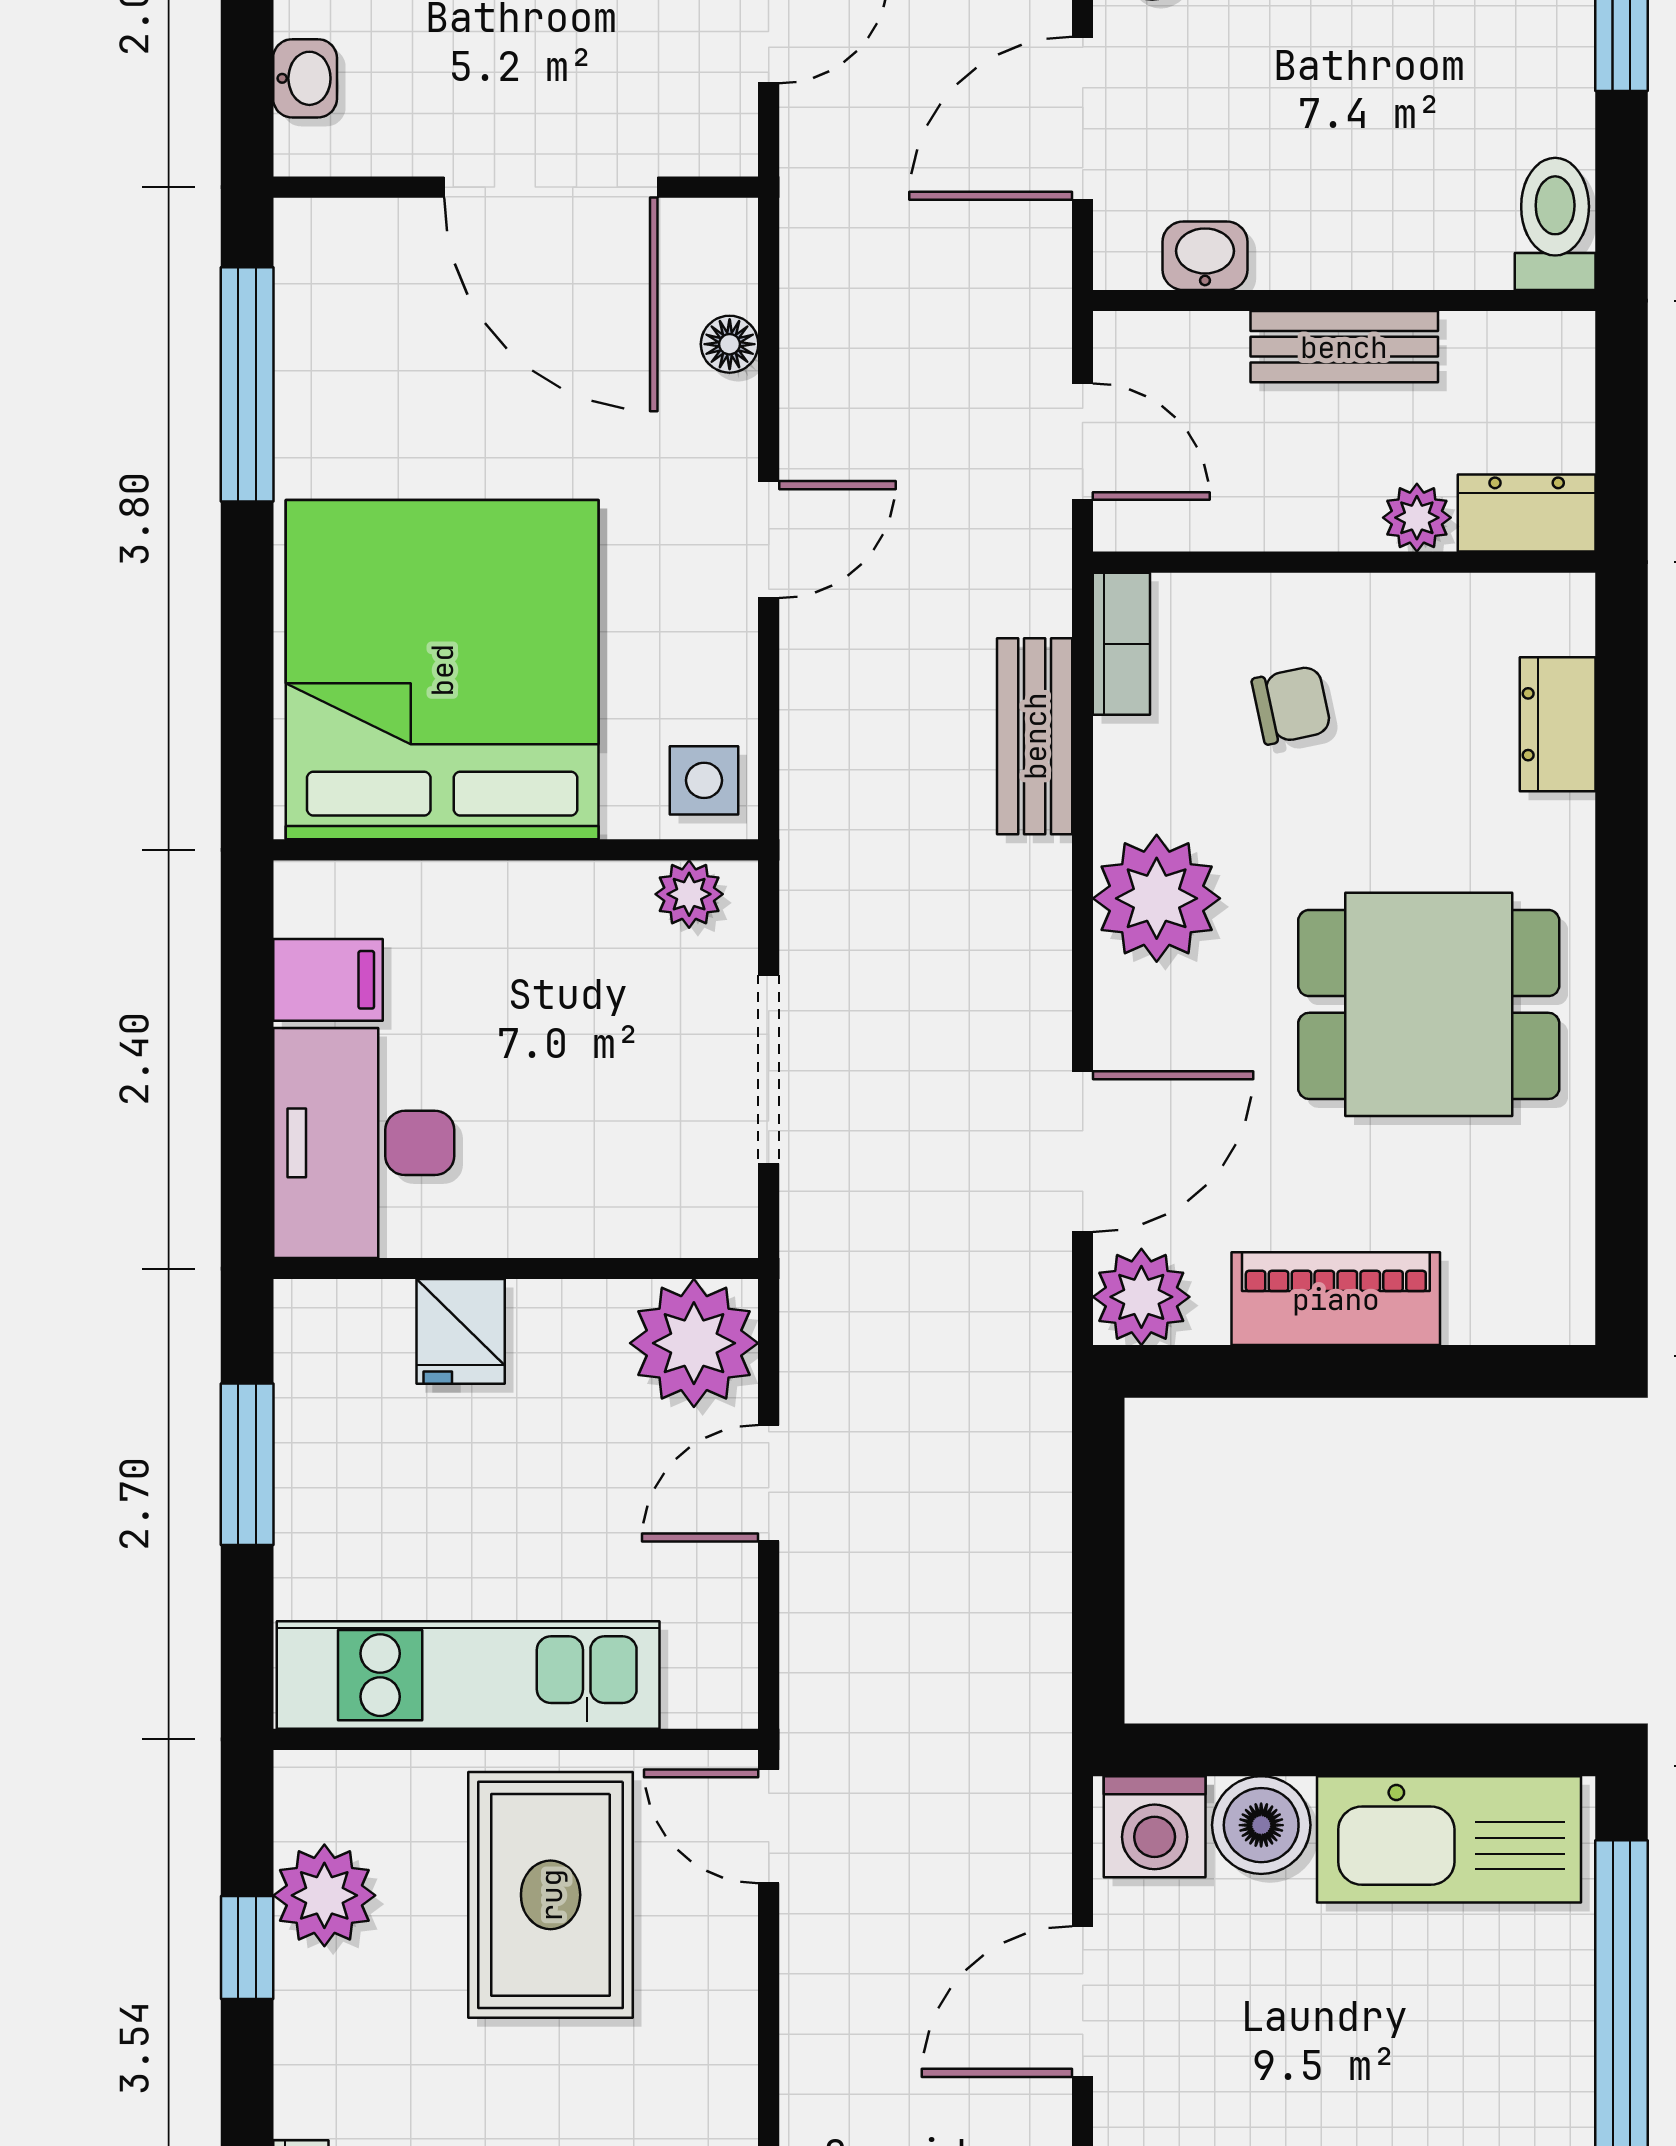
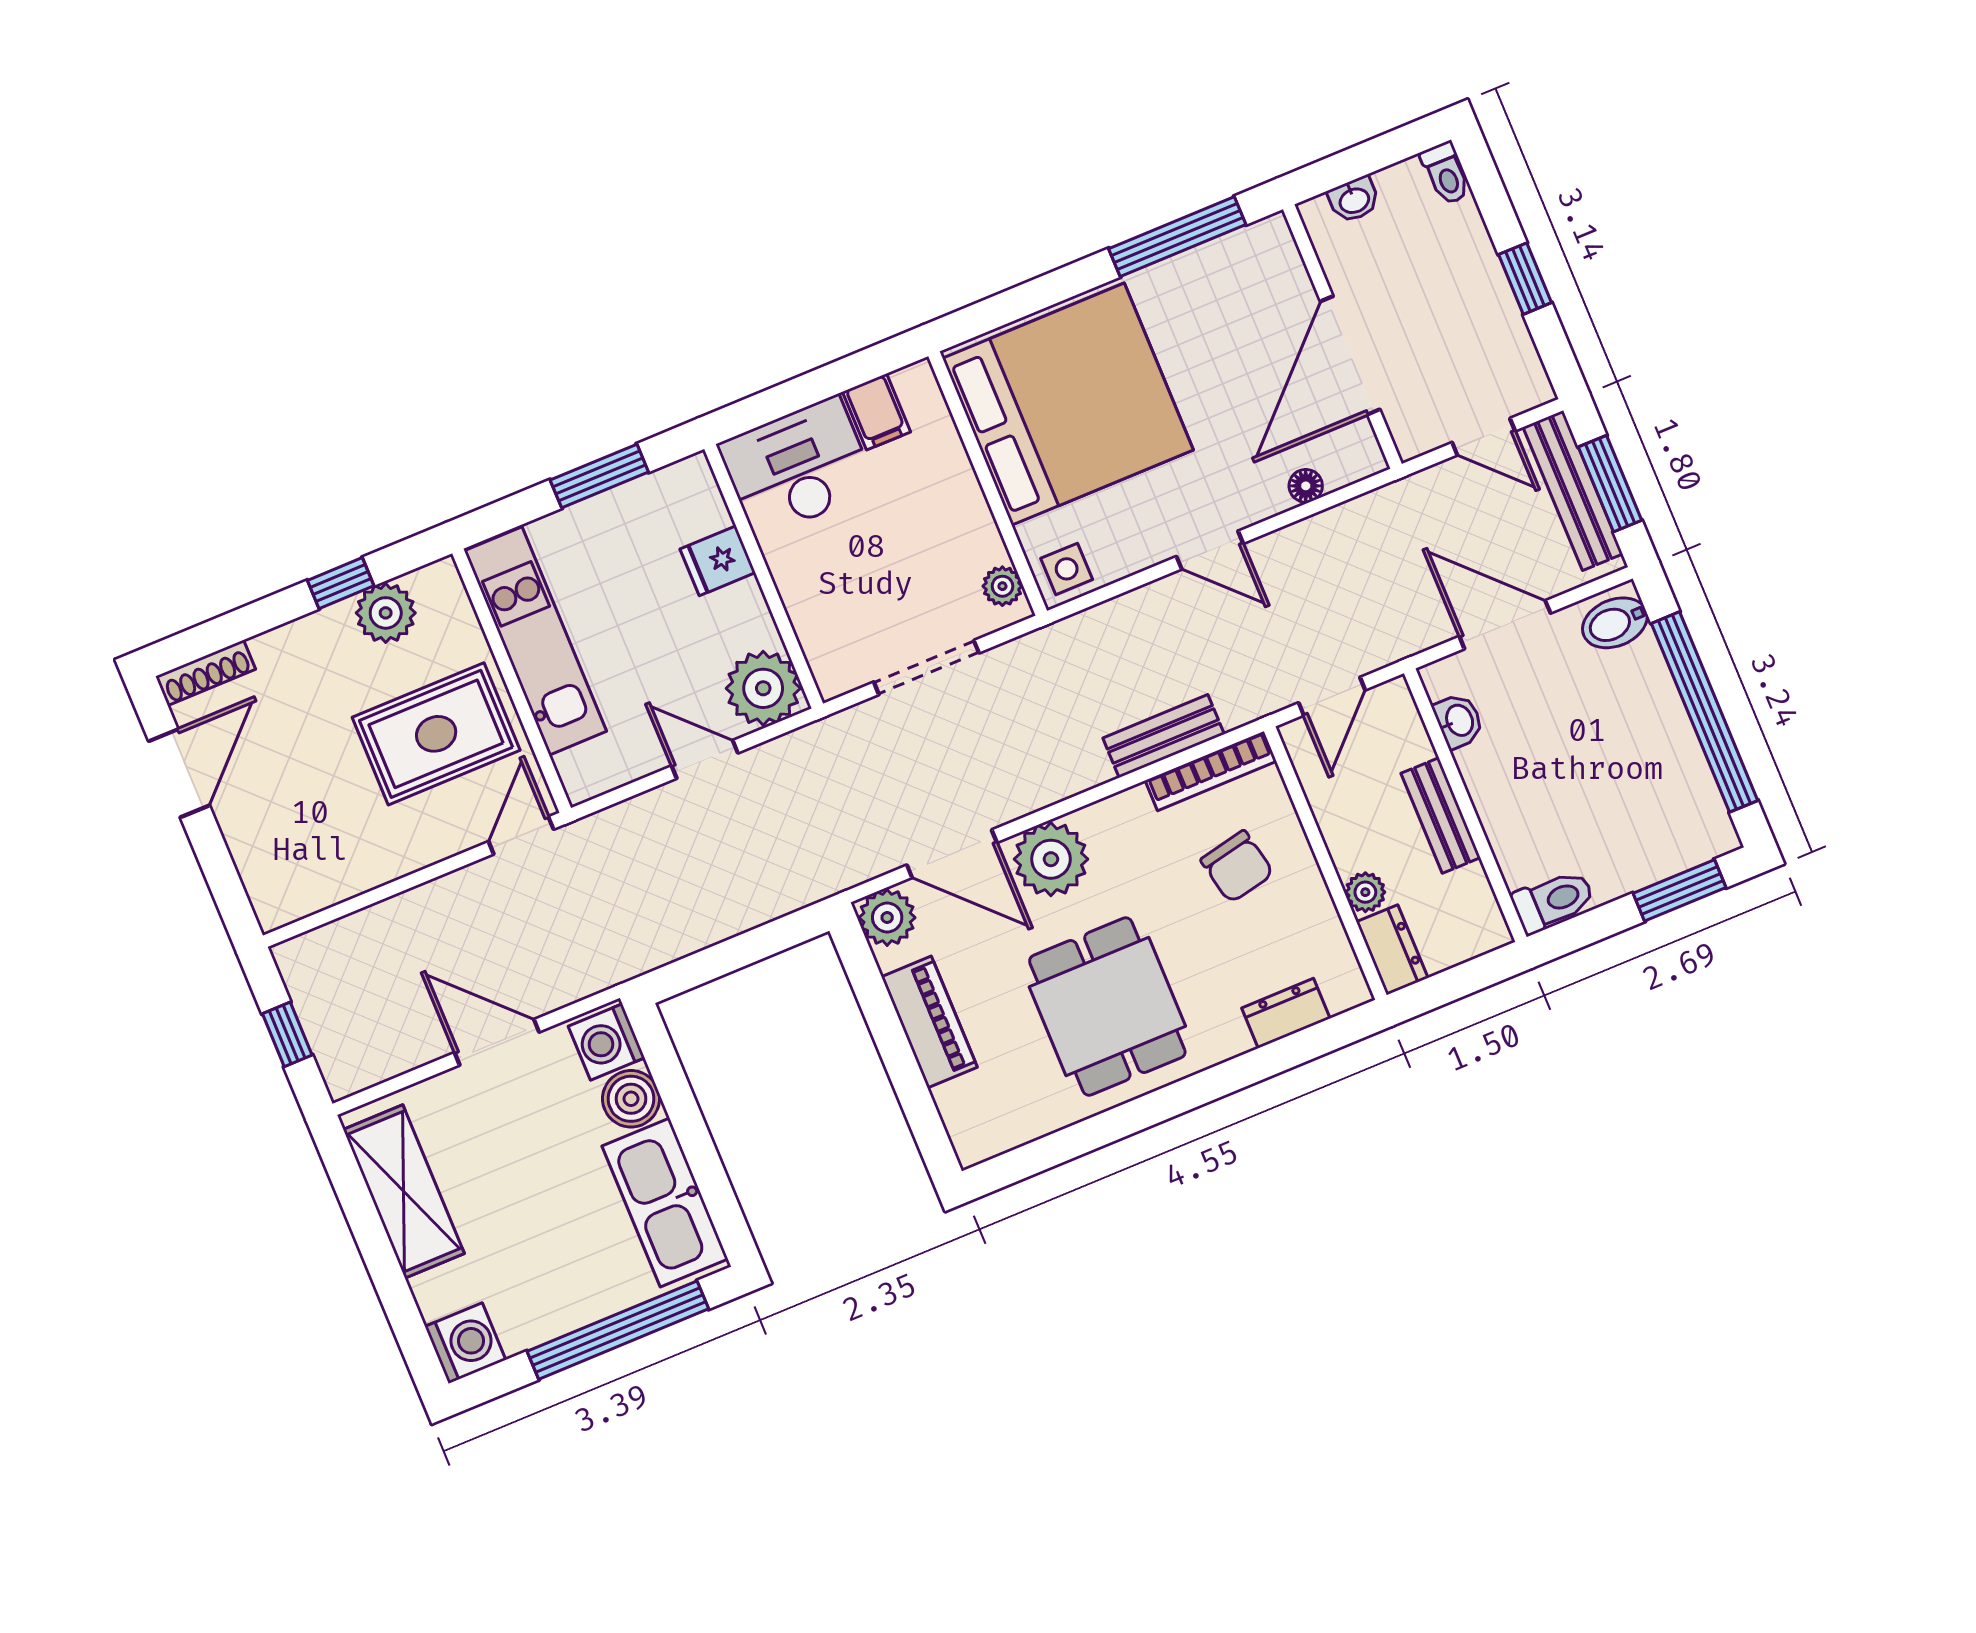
bookcase: (1121, 644) -> (1211, 771), width x1.56
chair: (1291, 705) -> (1237, 867), width x1.37, depth x1.37
plant: (1157, 898) -> (1051, 859), moved

